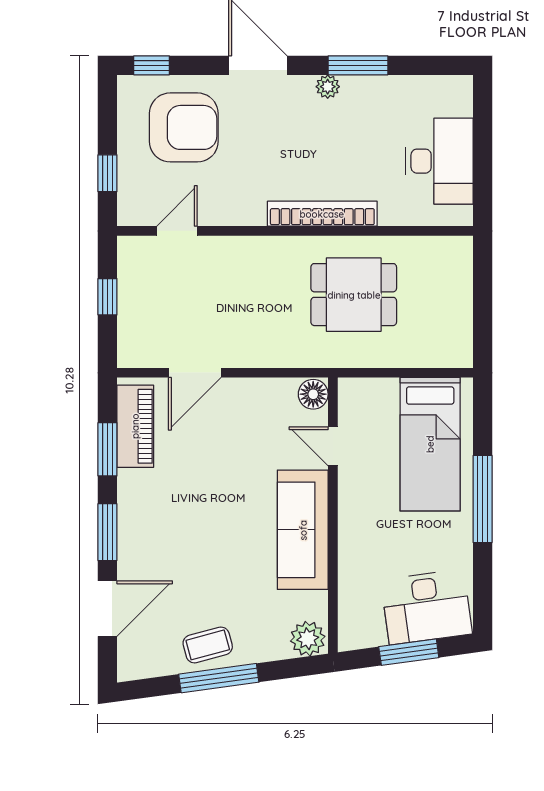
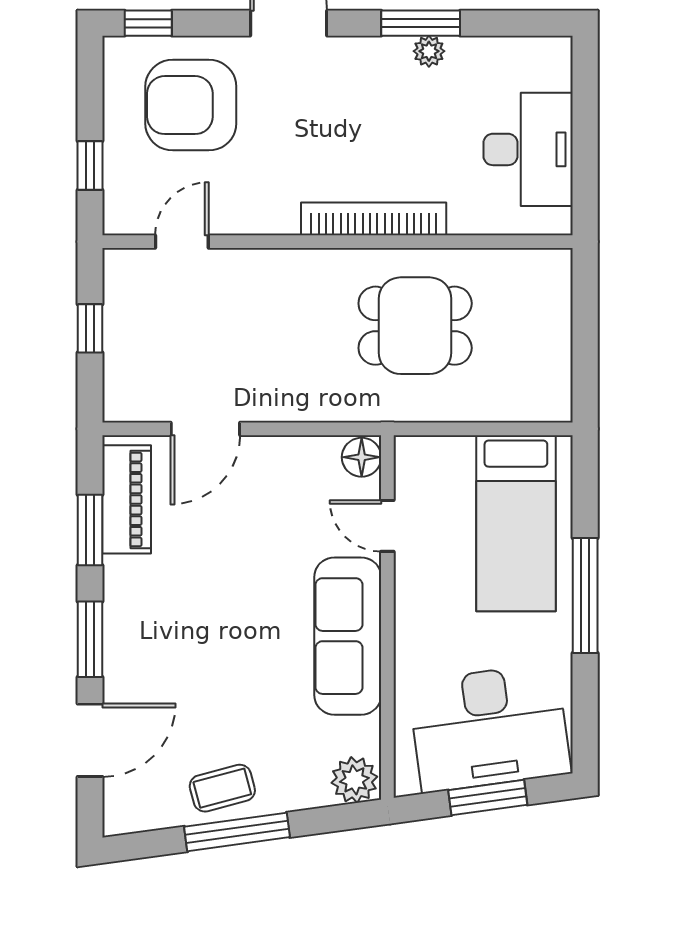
plant: (328, 87) -> (429, 51), moved
armchair: (184, 127) -> (191, 105), turned 180
desk: (426, 607) -> (489, 728), width x1.36, depth x1.30

